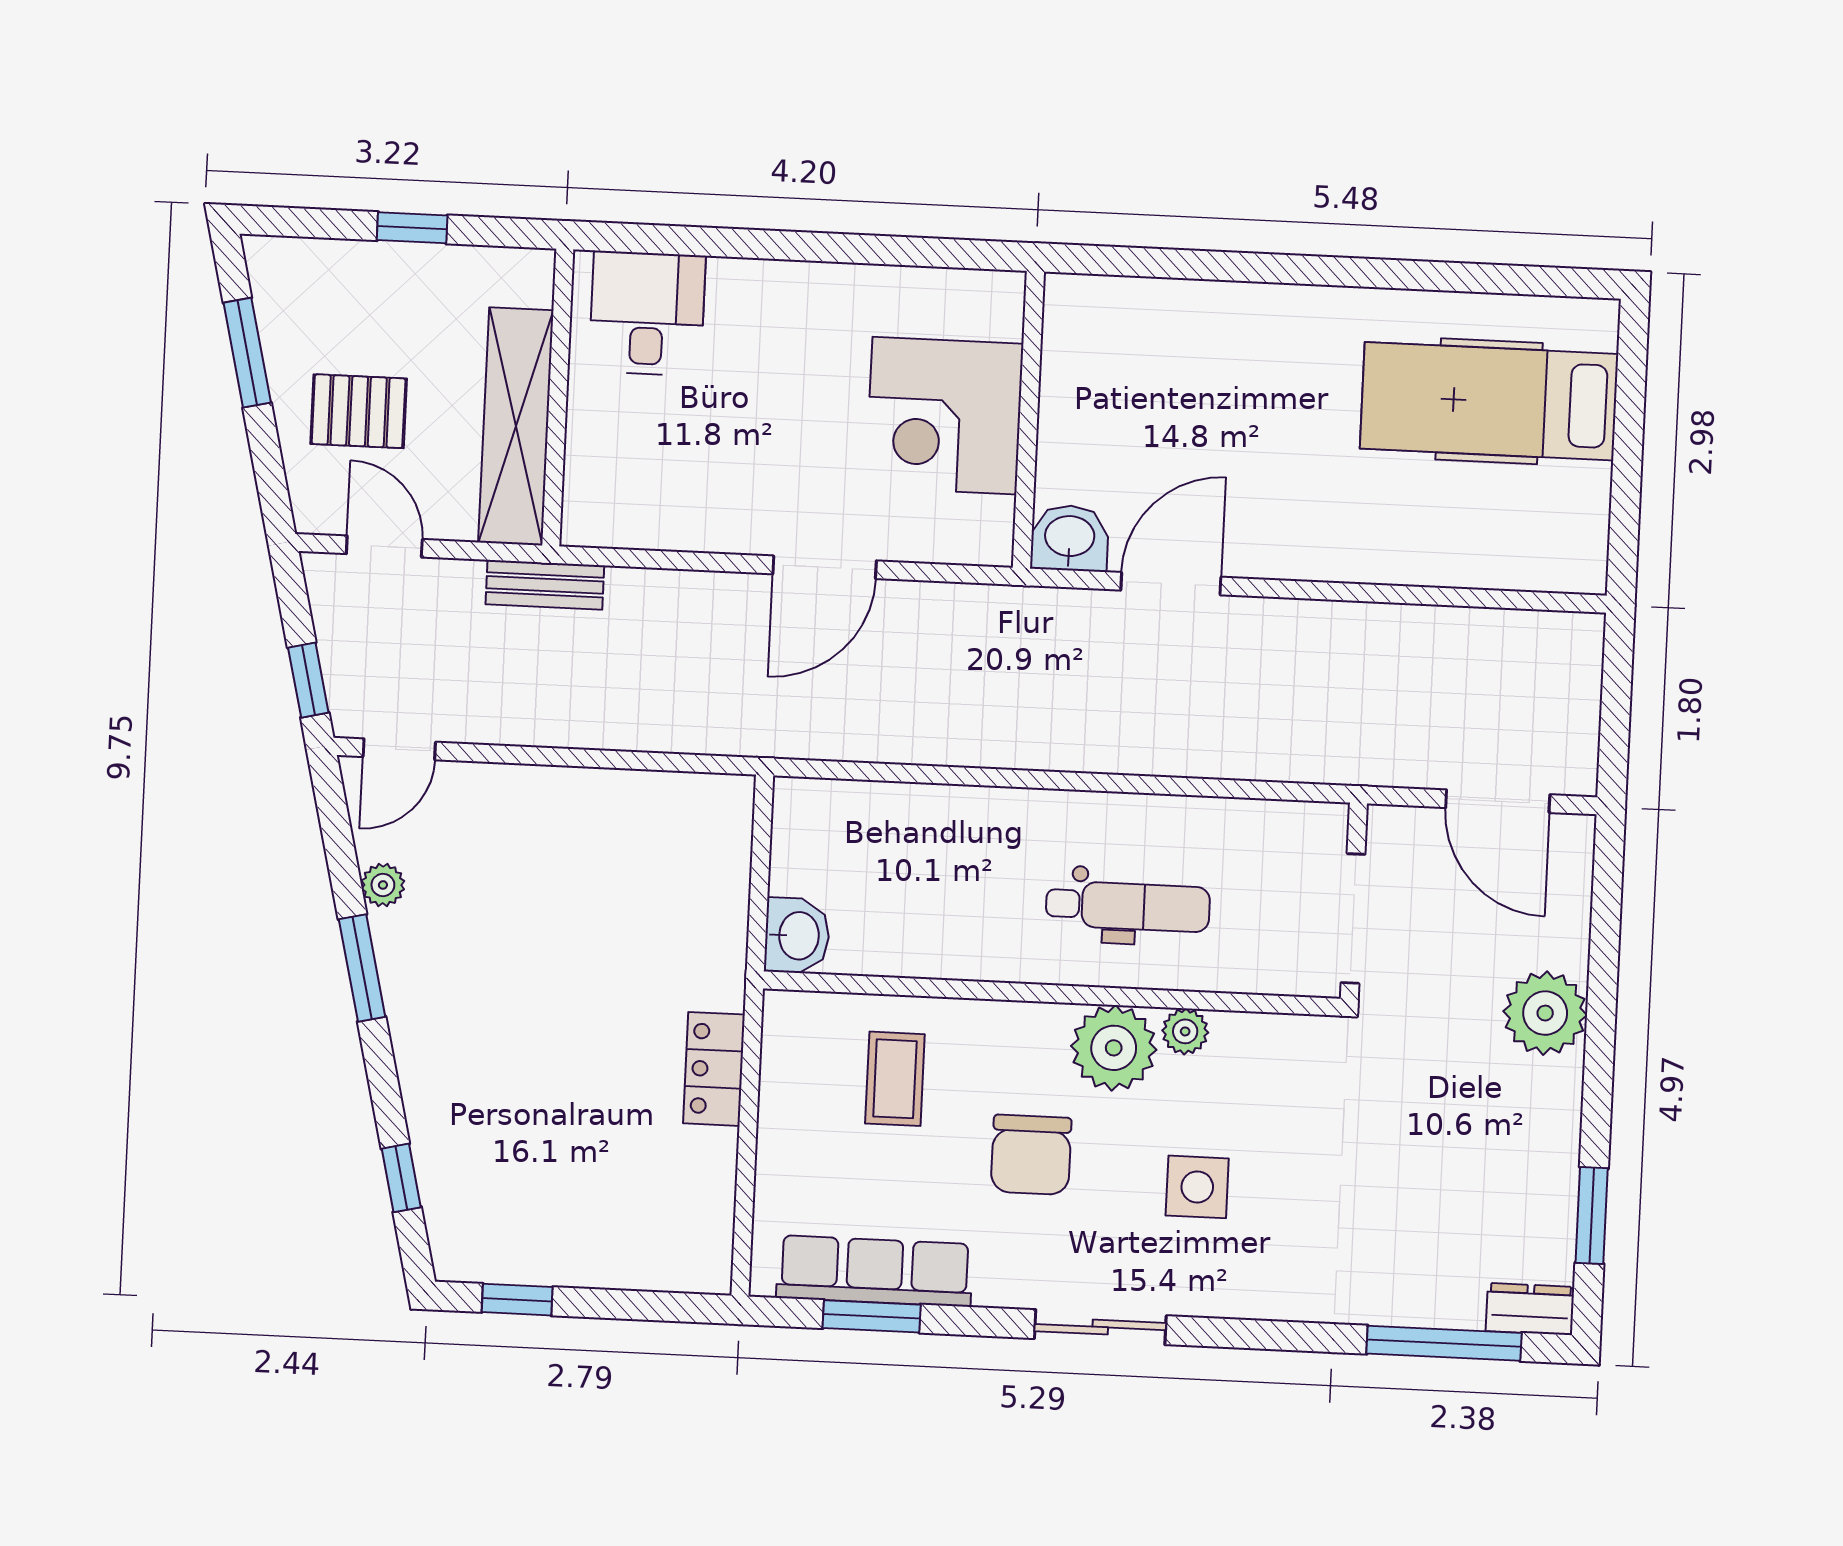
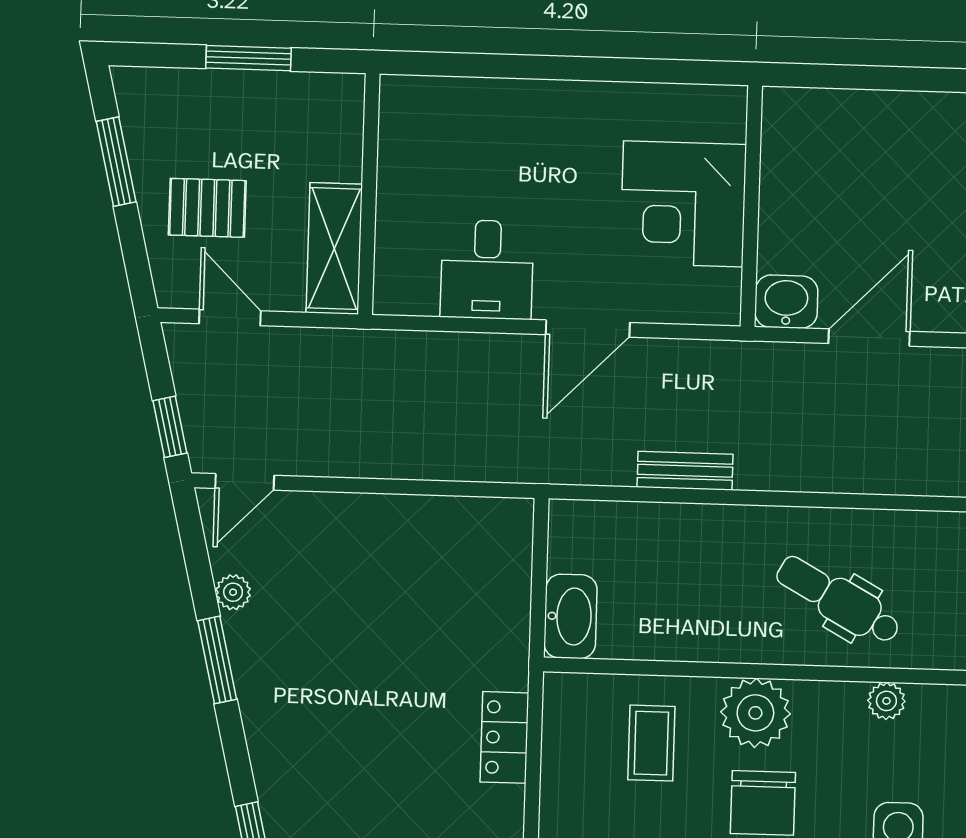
window: (412, 228) -> (248, 58), width x1.50
desk: (647, 313) -> (487, 270), moved, turned 180
shelving: (516, 426) -> (334, 248), width x0.68
bench: (545, 585) -> (685, 471), moved
dental chair: (1128, 906) -> (838, 600), turned -151
washbasin: (797, 936) -> (570, 616), width x1.38
plant: (1114, 1048) -> (755, 713), moved

